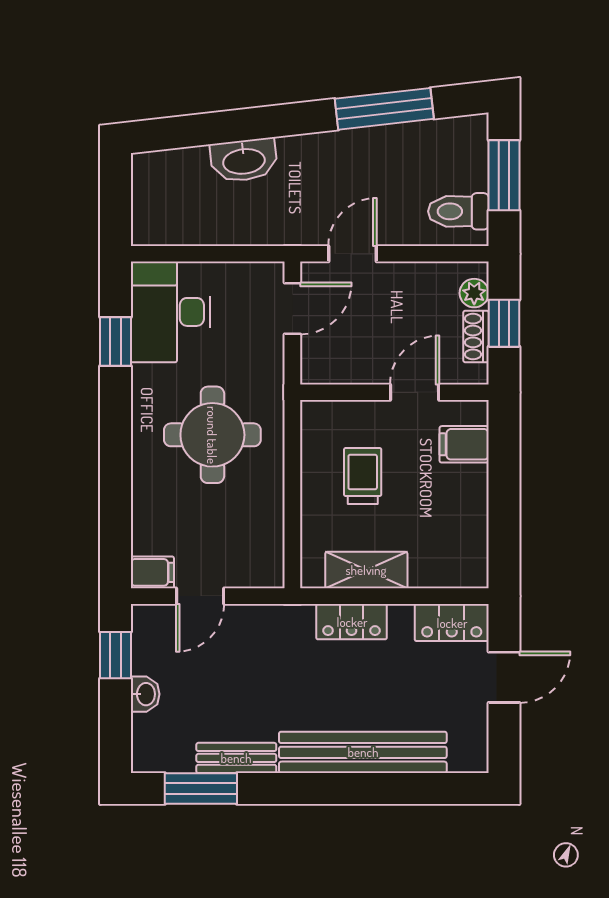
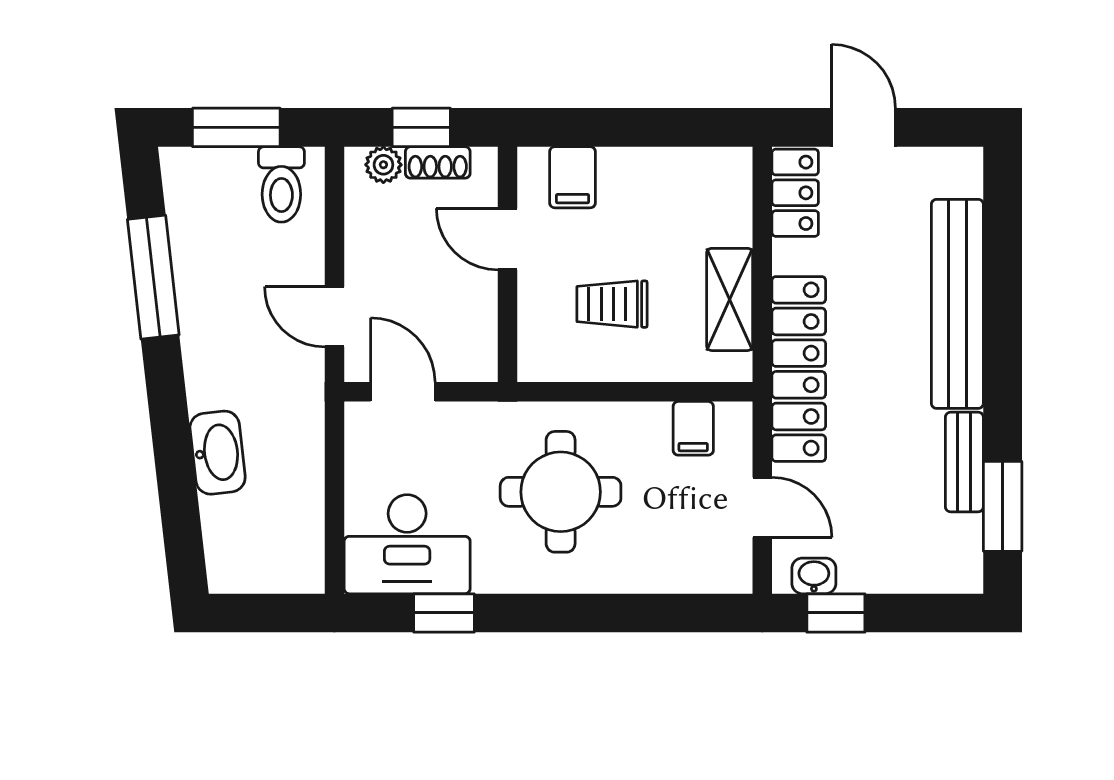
filing cabinet: (152, 572) -> (693, 428), moved, turned 180
locker: (352, 622) -> (799, 369), width x2.16, depth x1.21
washbasin: (145, 694) -> (814, 576), moved

